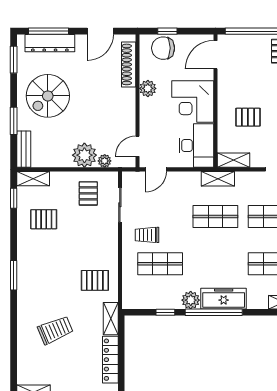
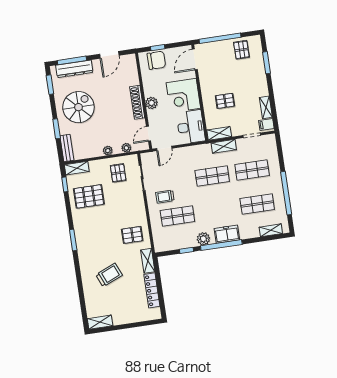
chair: (163, 48) -> (156, 60), turned 180
shoe rack: (129, 64) -> (137, 102), moved
plant: (148, 88) -> (151, 103), moved
spiral stairs: (48, 96) -> (78, 107), turned 180
plant: (84, 155) -> (108, 151), width x0.53, depth x0.53
shelving: (218, 179) -> (224, 146), moved
pallet: (44, 219) -> (89, 196), width x1.50, depth x1.42
freezer: (224, 299) -> (227, 234), width x0.71

